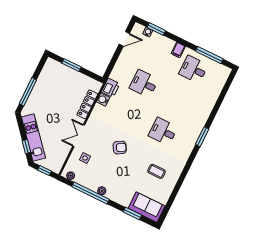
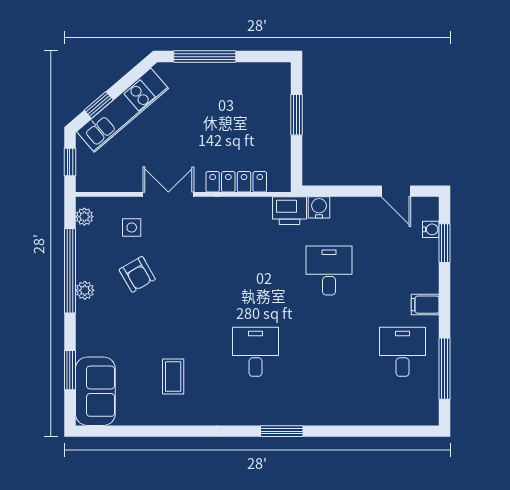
water cooler: (103, 100) -> (319, 207), moved
armchair: (120, 148) -> (137, 274), moved

